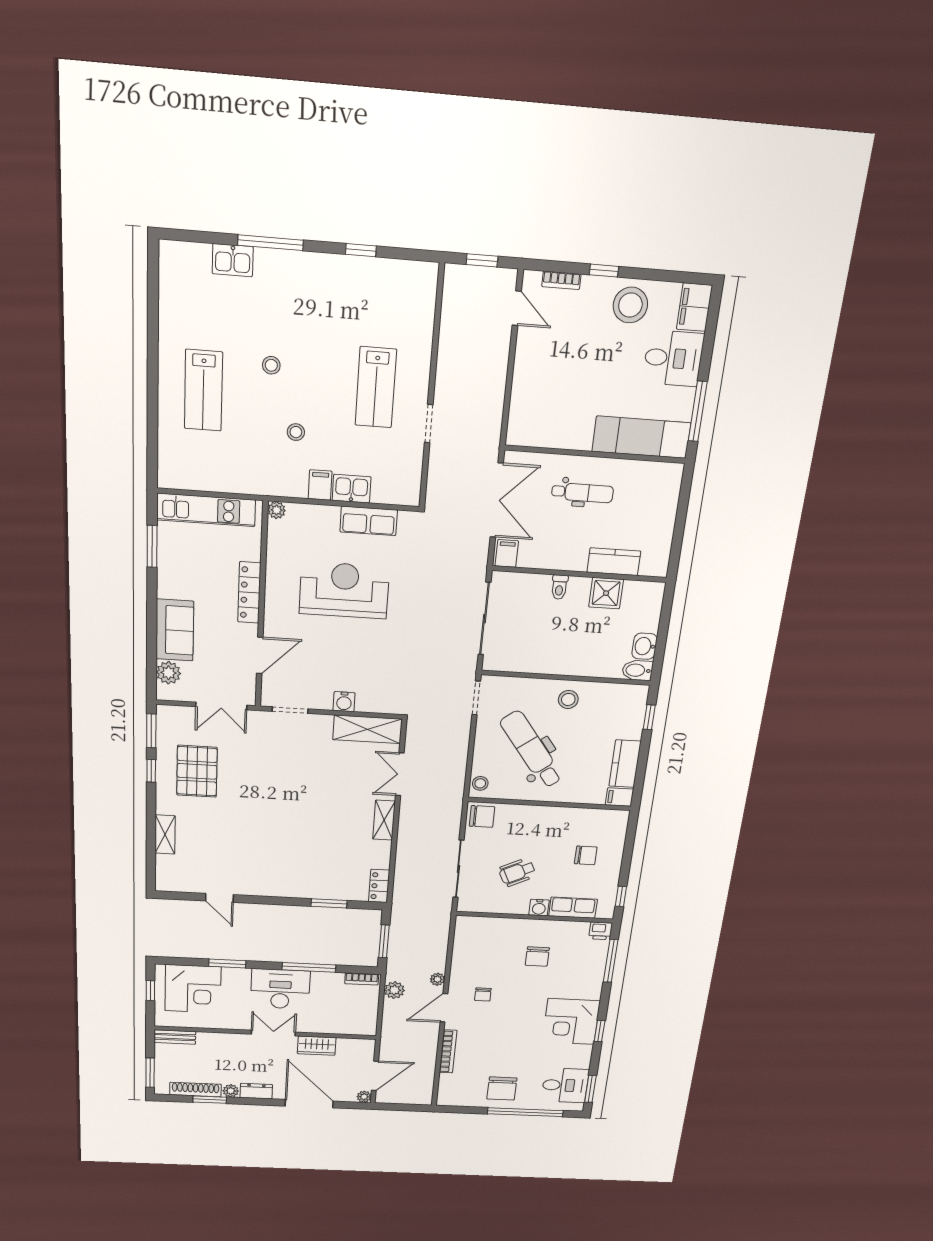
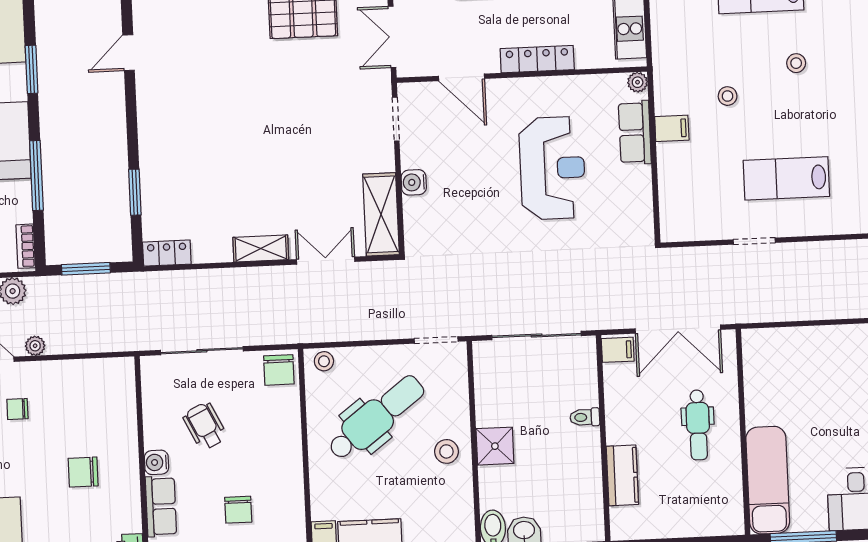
kitchen sink: (352, 489) -> (672, 164), removed
row of seats: (369, 521) -> (635, 132), moved
shower: (606, 593) -> (495, 446), moved

